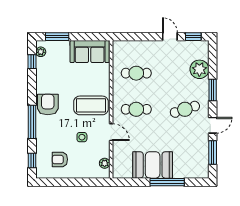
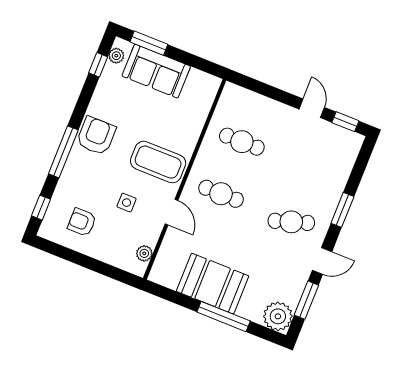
sofa: (90, 52) -> (156, 71), moved
plant: (199, 69) -> (278, 316), moved

